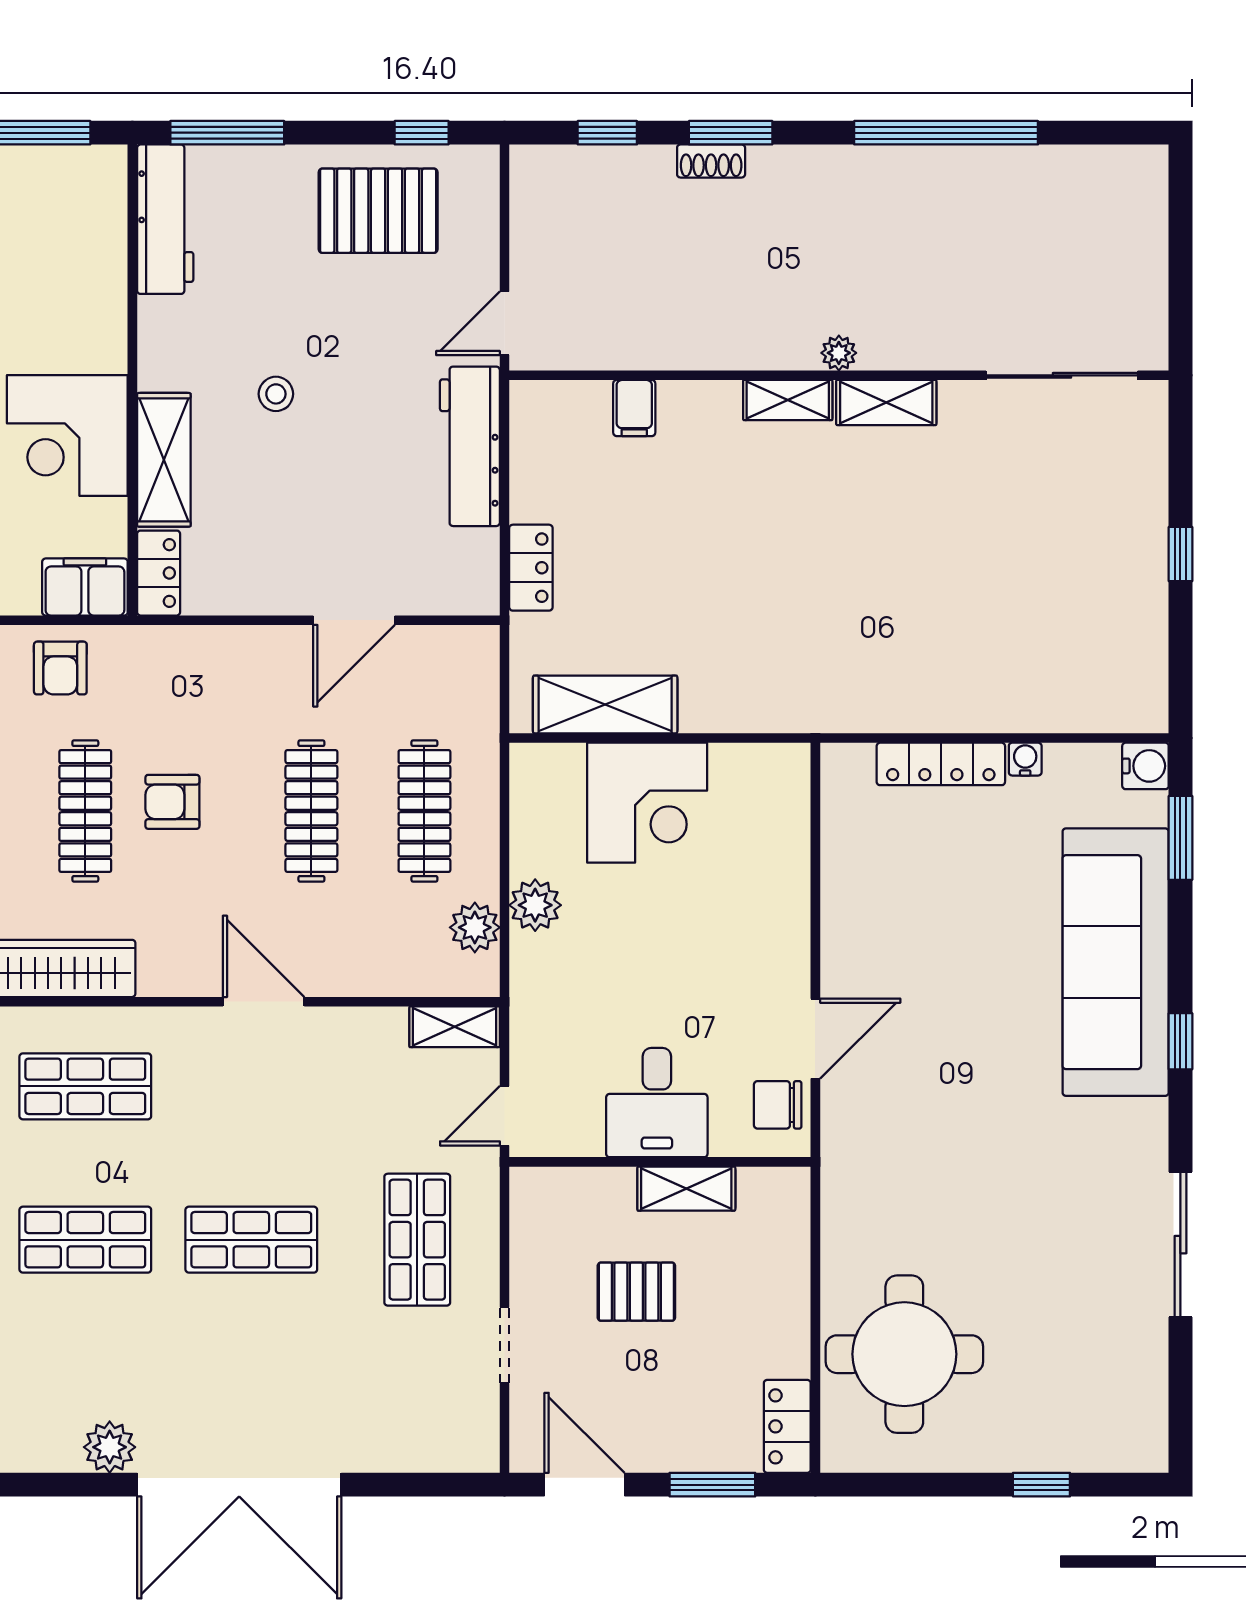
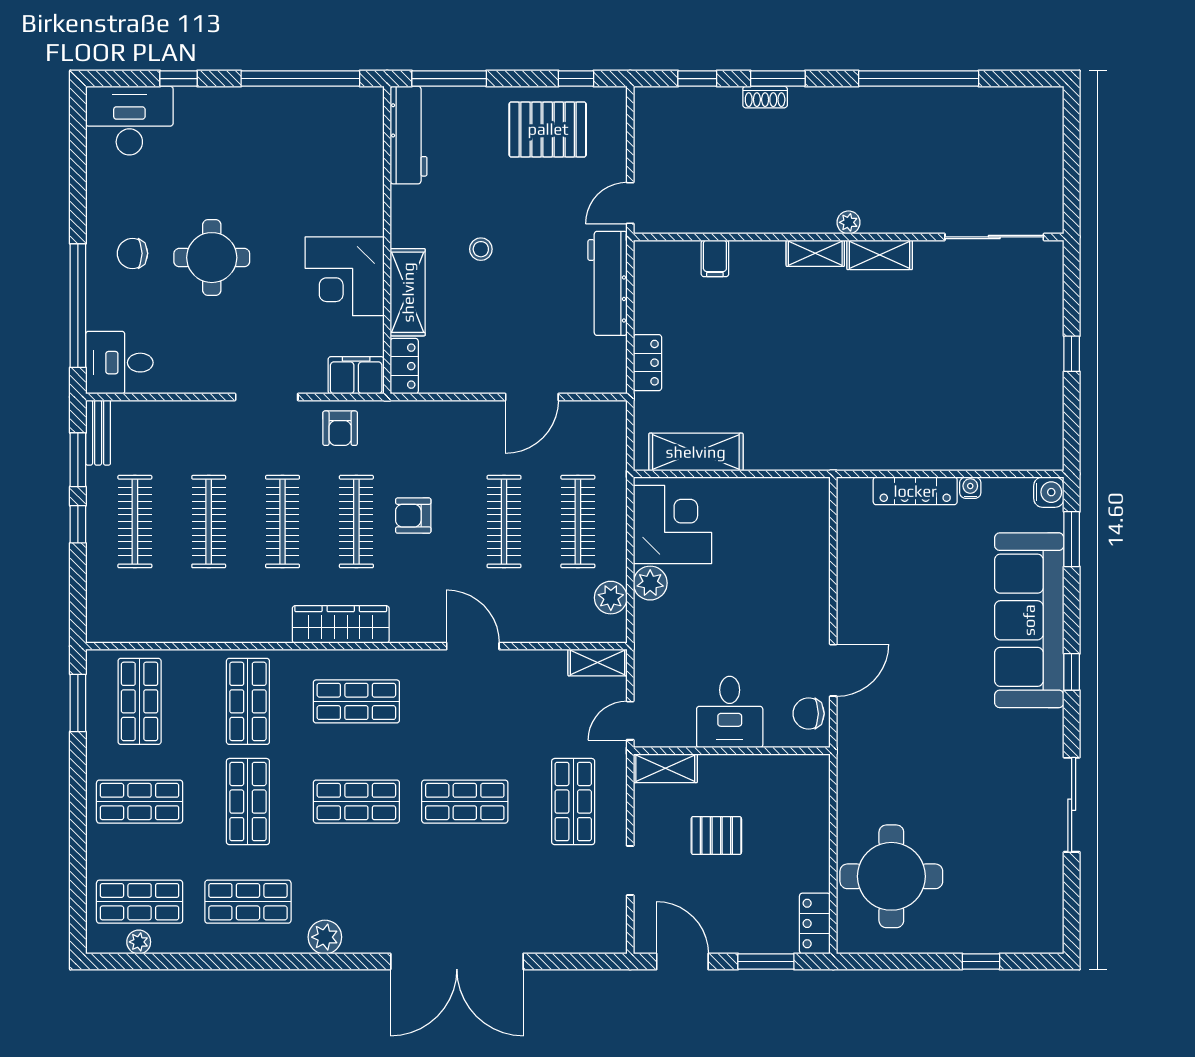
corner desk: (647, 803) -> (672, 524), moved, turned -90
shelving: (686, 1189) -> (665, 768), moved
plant: (110, 1447) -> (325, 937), moved

